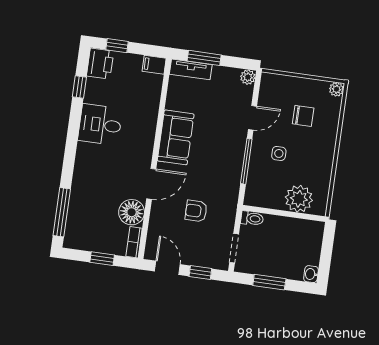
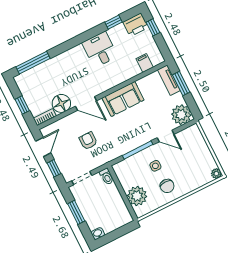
filing cabinet: (154, 65) -> (145, 63), moved
plant: (248, 77) -> (181, 115), width x1.88, depth x1.88
chair: (303, 116) -> (167, 186), moved

